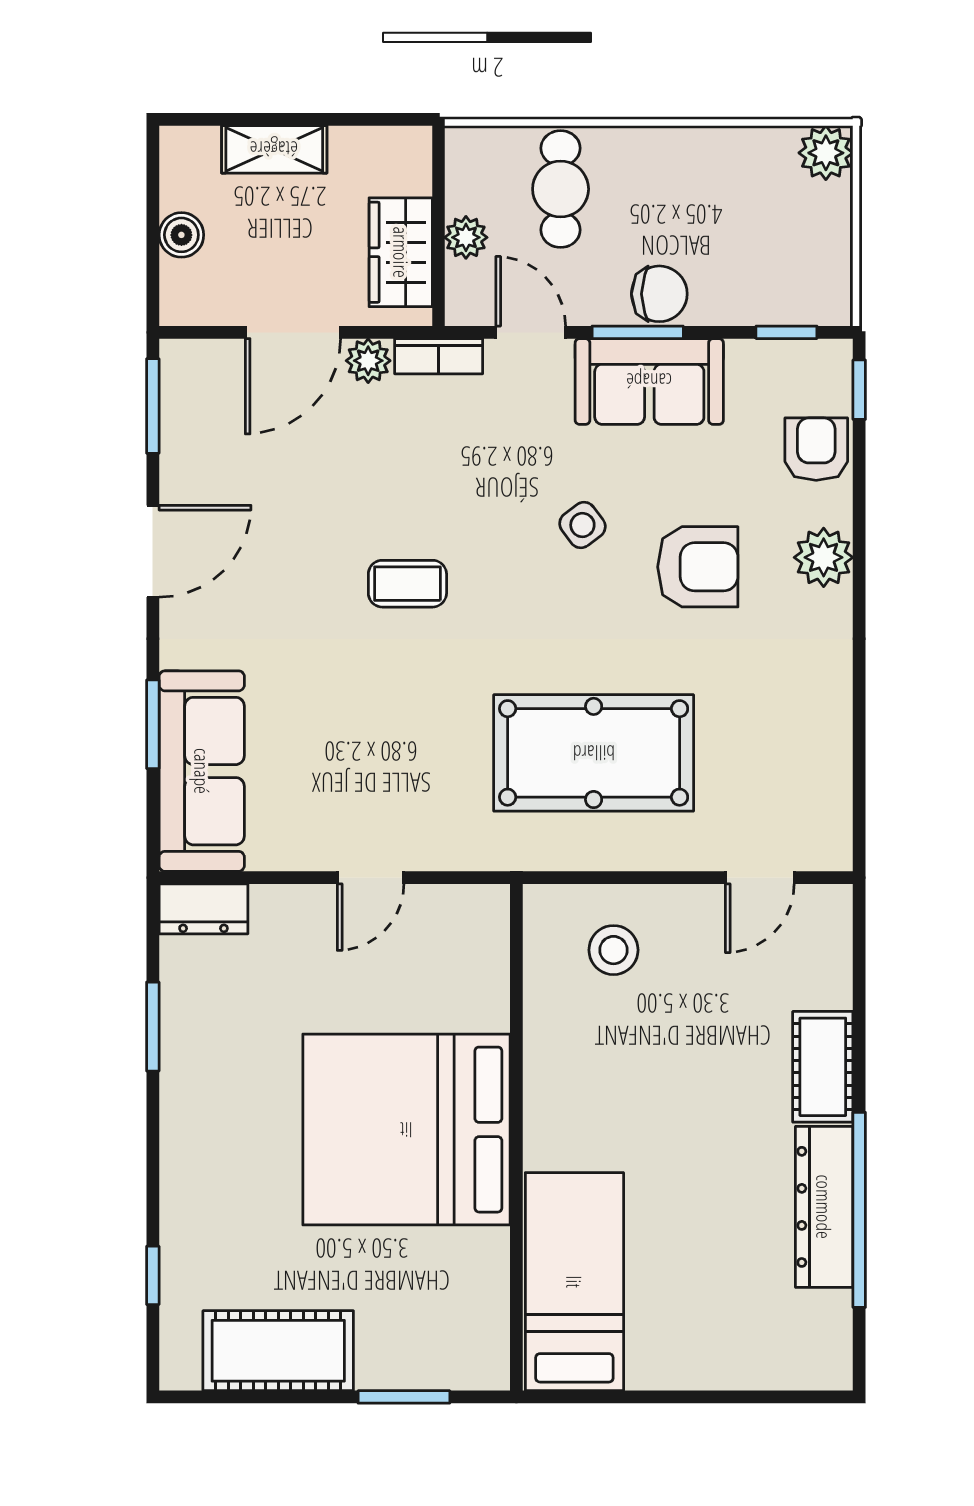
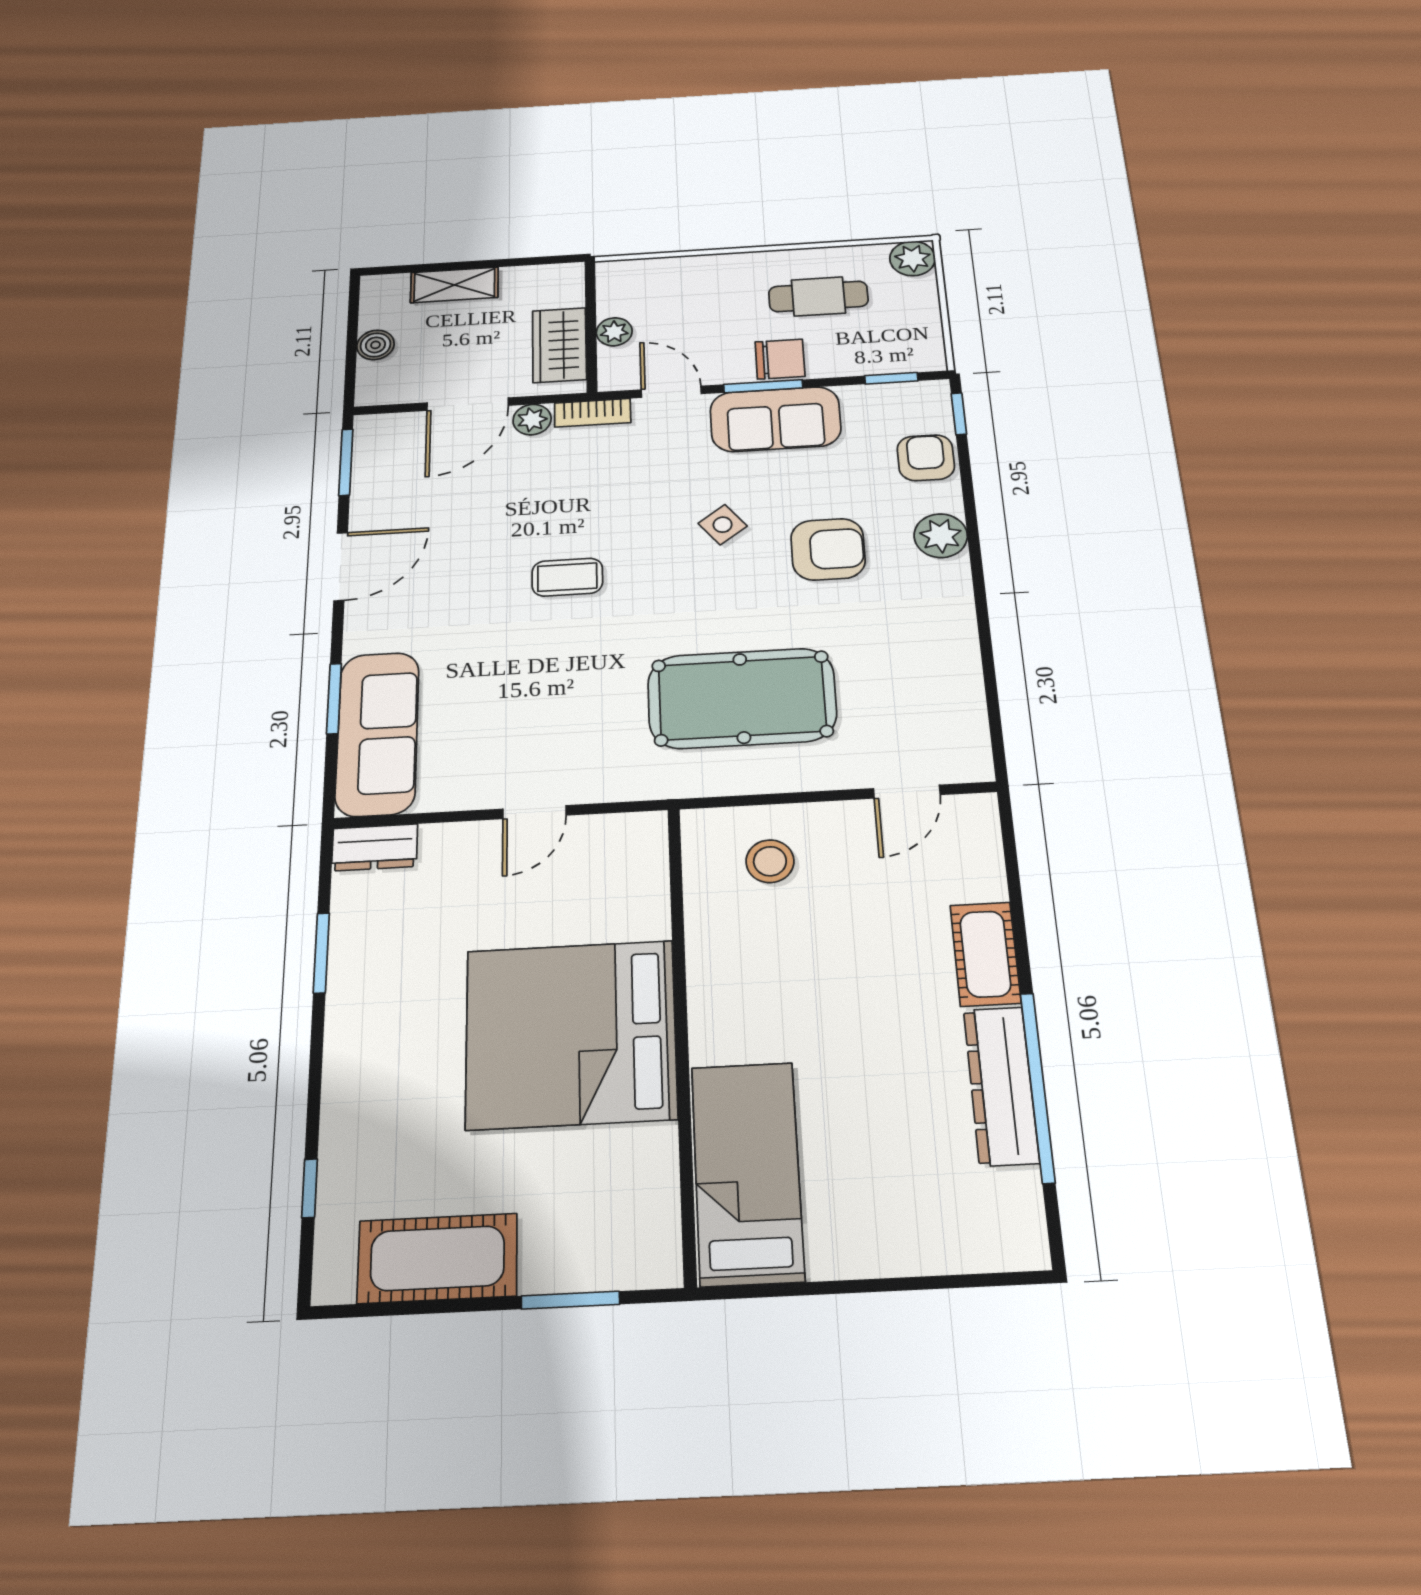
cafe table: (561, 189) -> (818, 296), moved, turned 90

